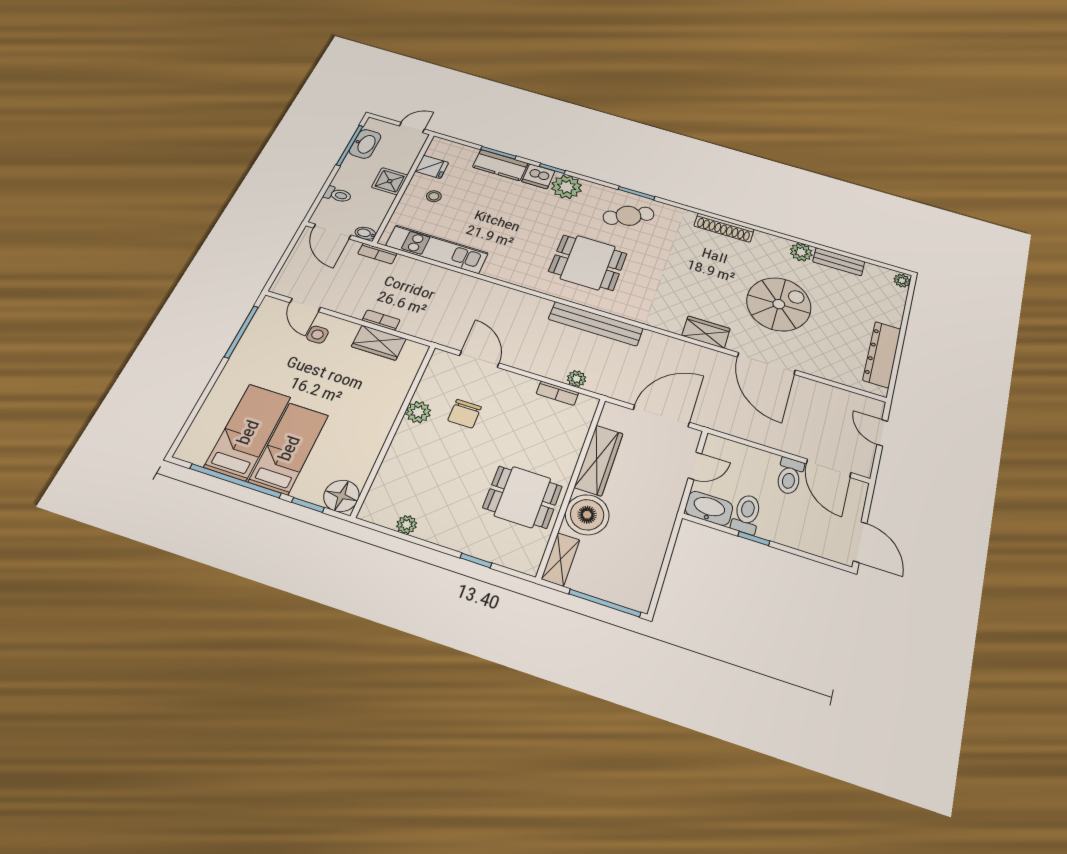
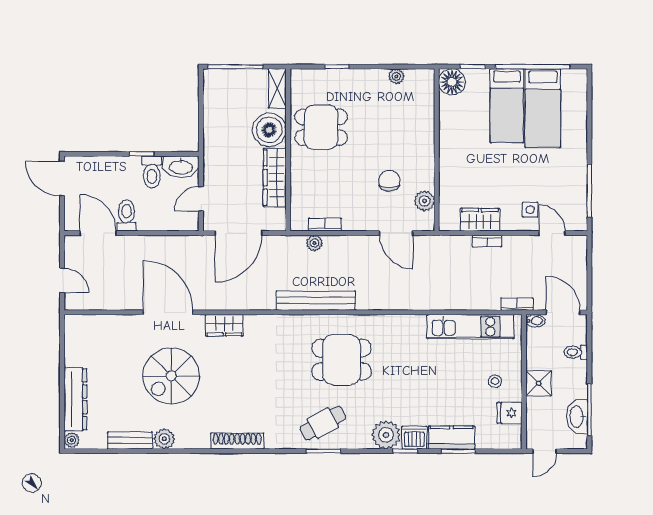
dresser: (882, 354) -> (75, 399), moved
plant: (418, 412) -> (425, 201), moved

